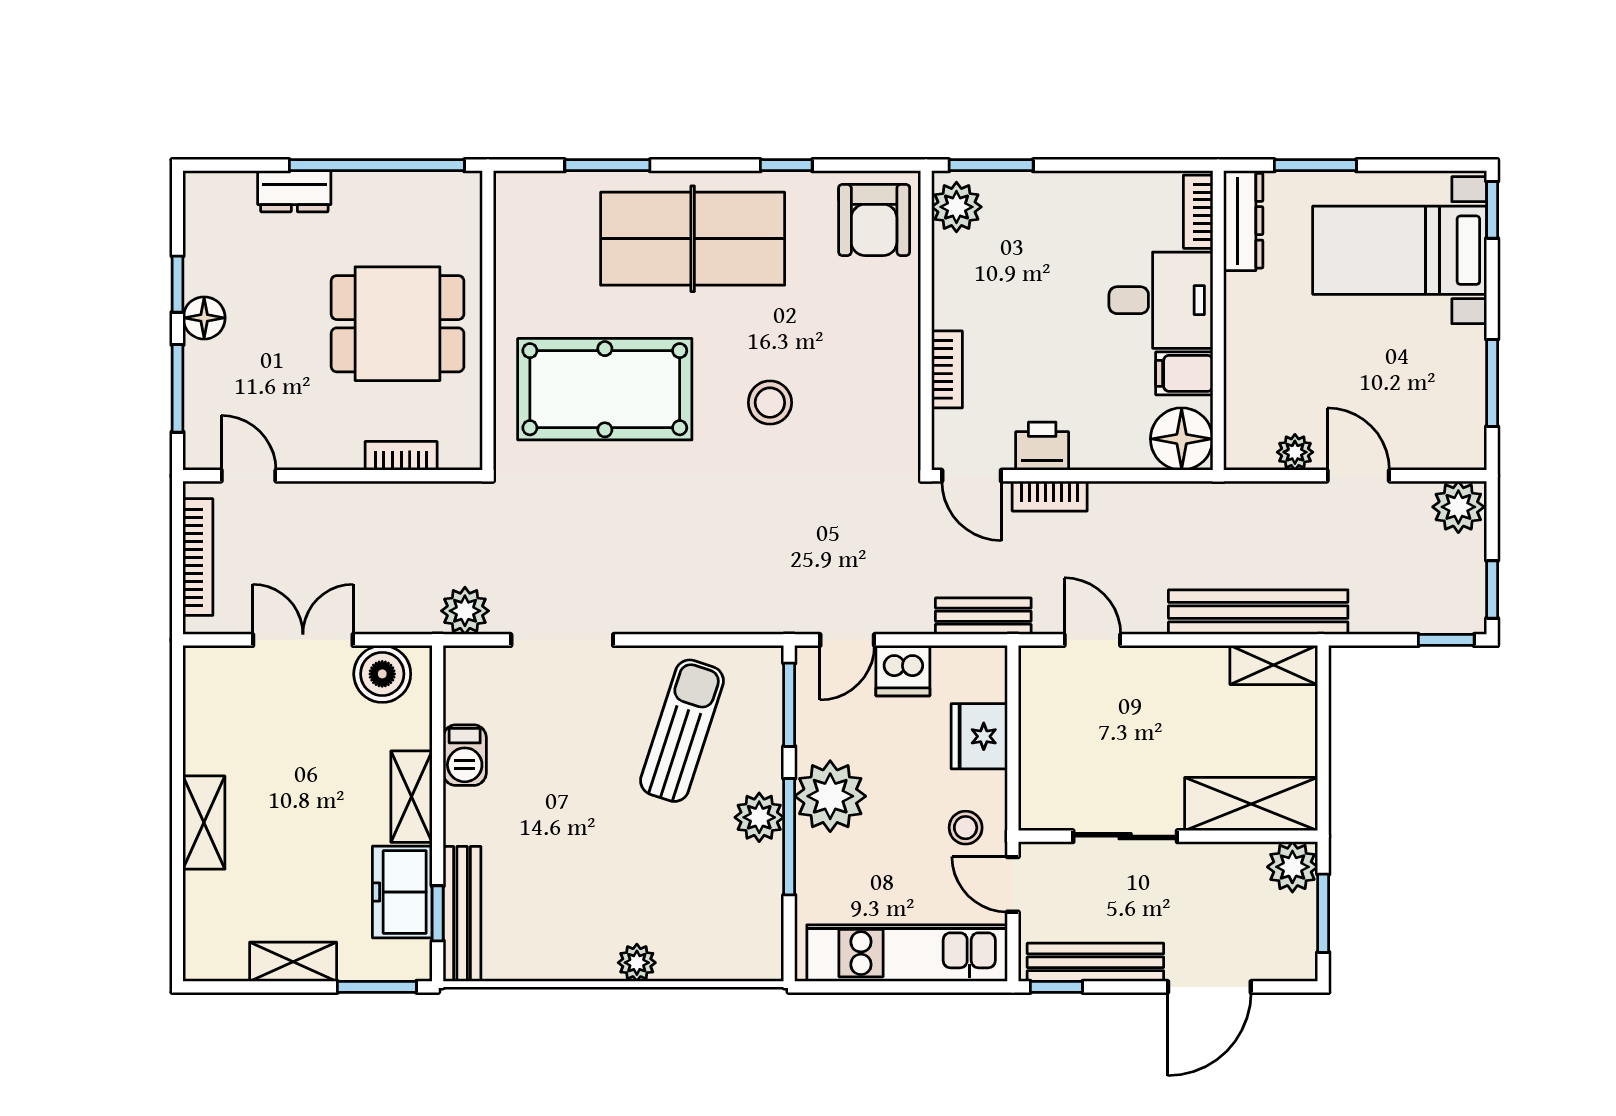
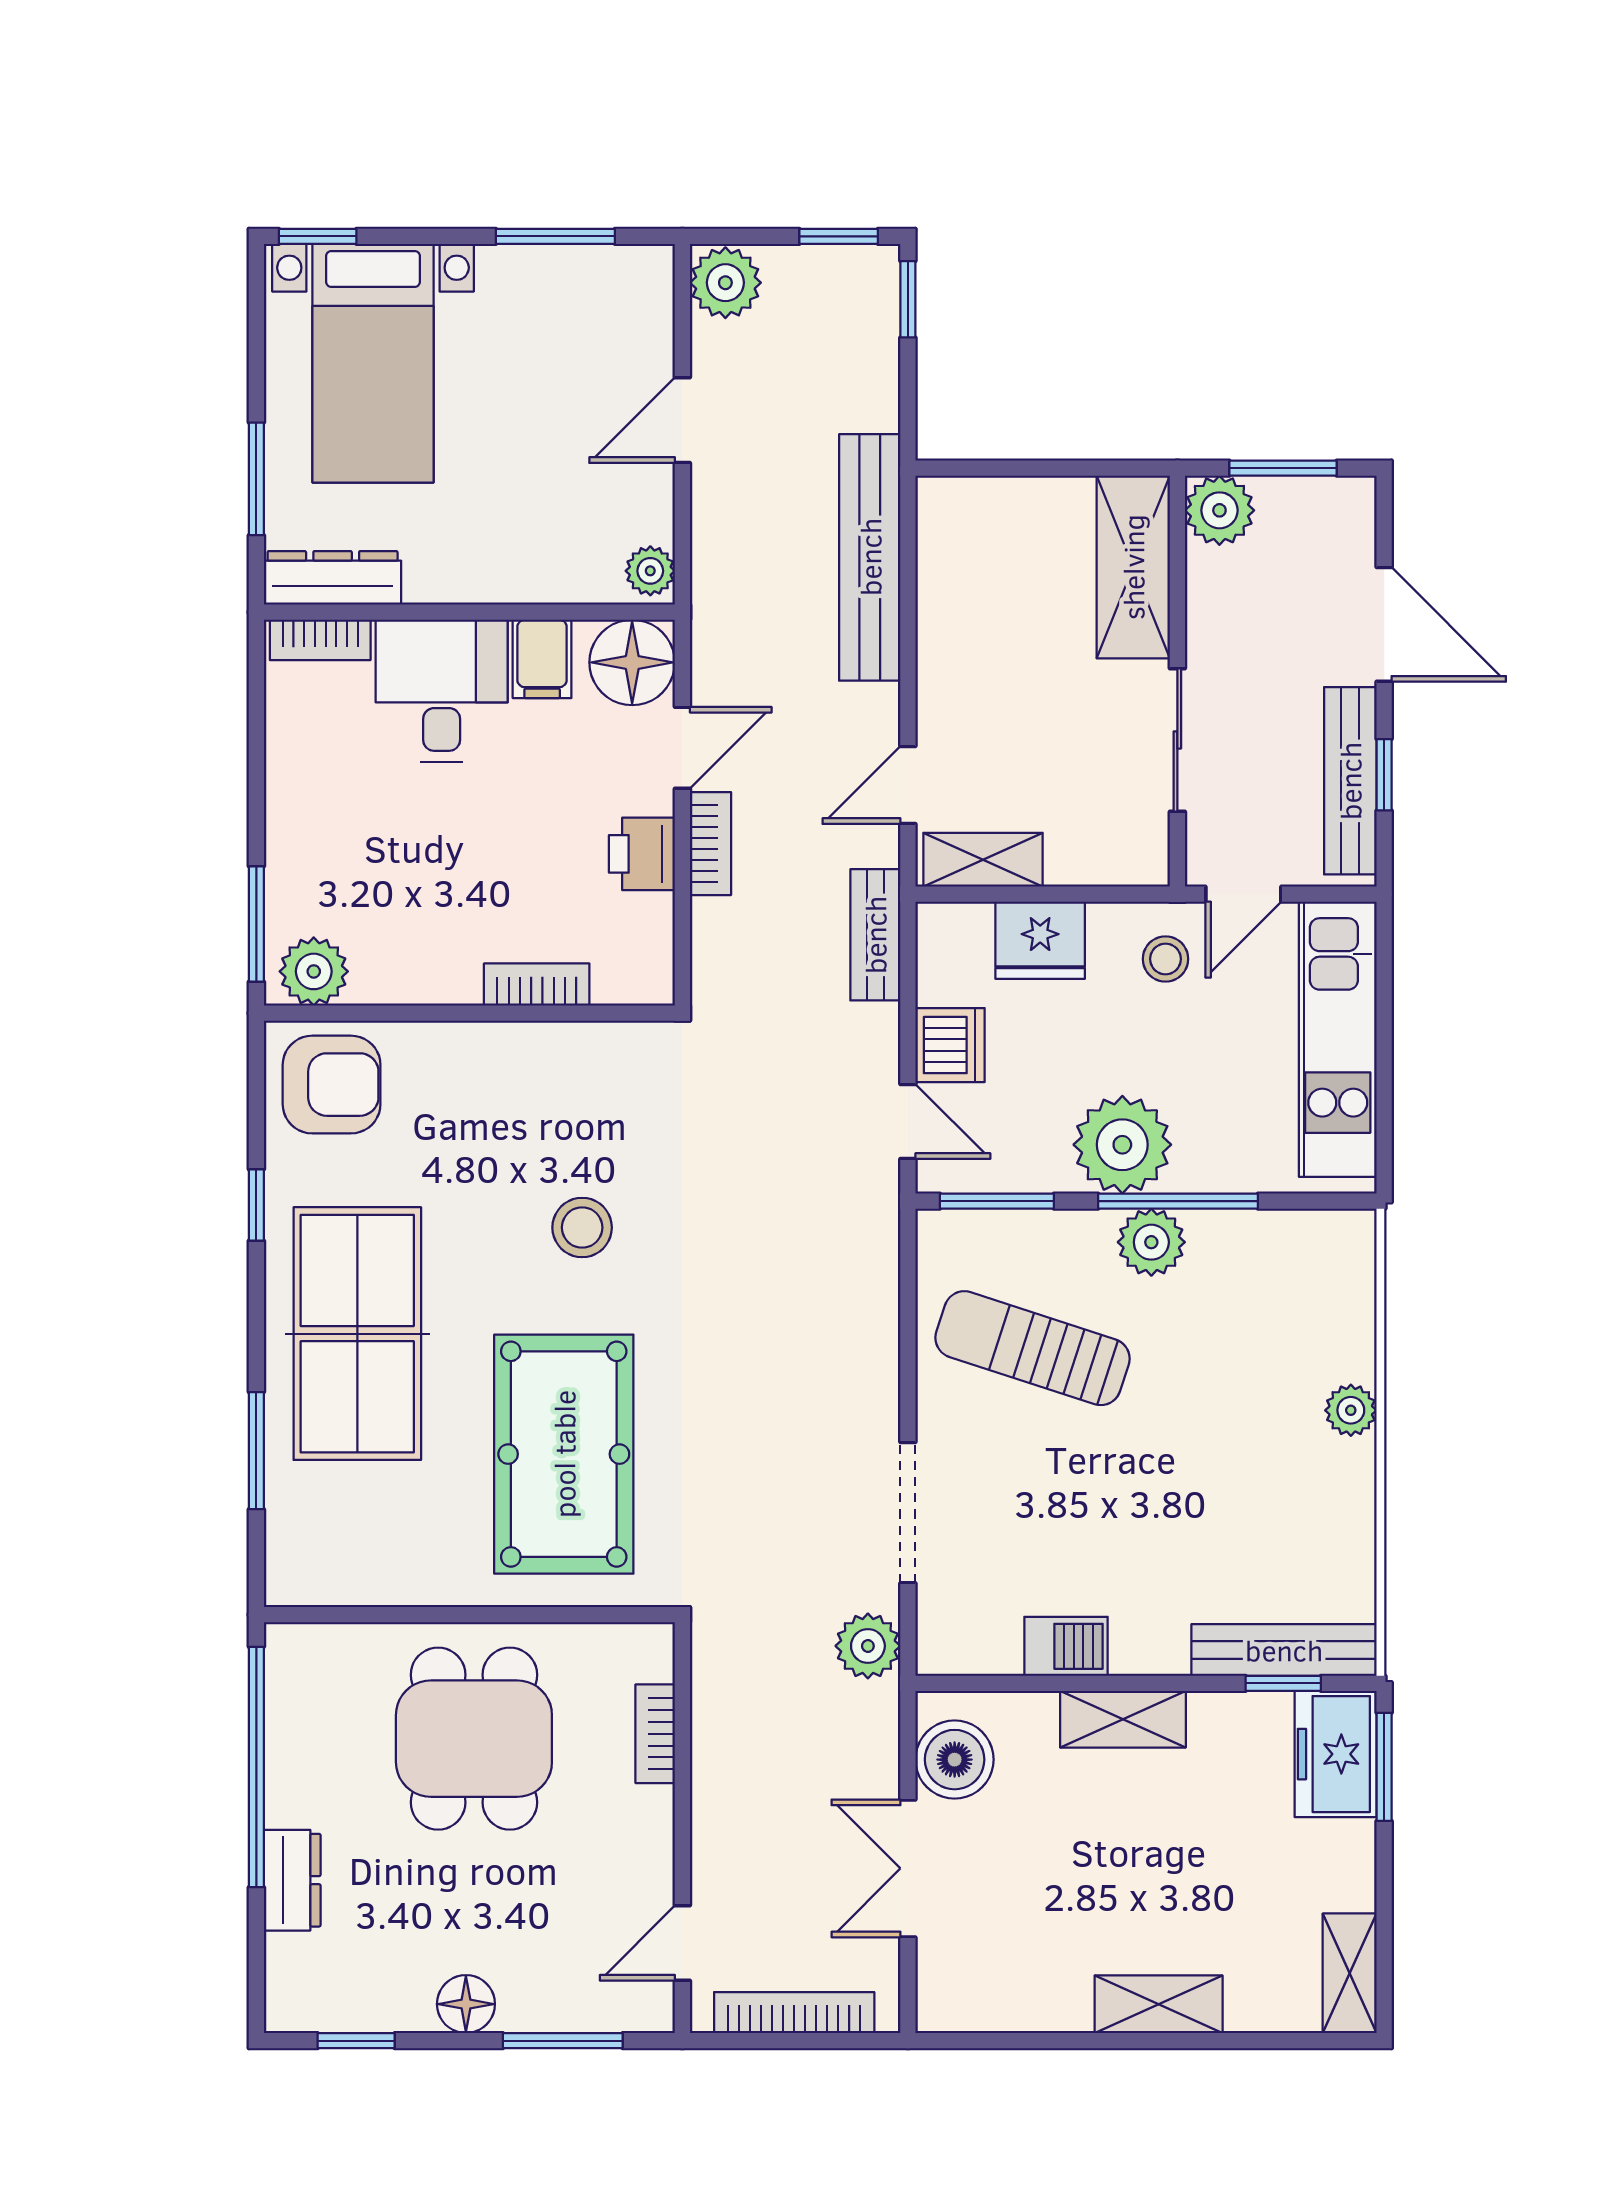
window: (177, 284) -> (356, 2041), moved
plant: (1295, 452) -> (650, 571), moved
door: (972, 476) -> (682, 748), moved
shelving: (1274, 665) -> (983, 860), moved, turned 90
freezer: (402, 892) -> (1336, 1754), moved, turned 90
shelving: (293, 962) -> (1350, 1973), moved
window: (1056, 987) -> (1384, 775), moved

